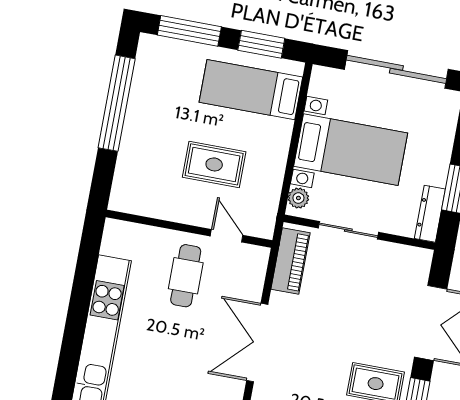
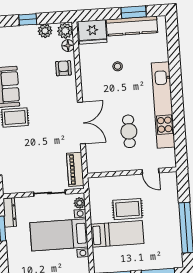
bed: (251, 90) -> (117, 234), moved
door: (227, 236) -> (151, 171), moved
cafe table: (186, 276) -> (129, 131), moved

